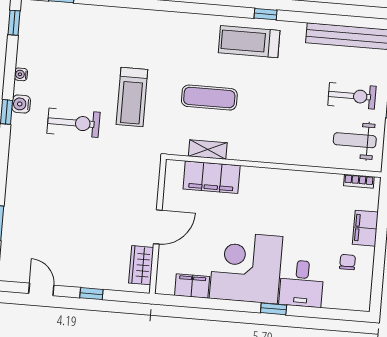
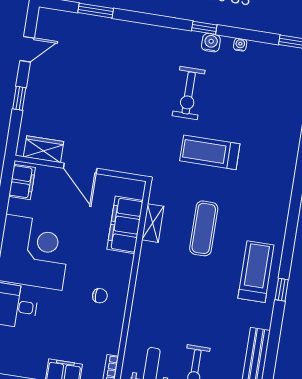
chair: (347, 262) -> (100, 296), moved
filing cabinet: (192, 286) -> (22, 182), moved

